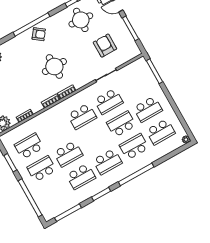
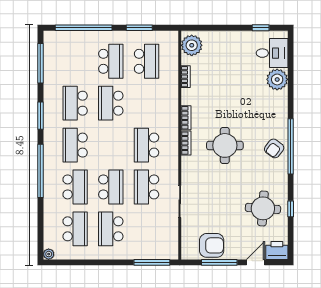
armchair: (105, 46) -> (212, 245), moved
school desk: (161, 132) -> (75, 229), turned 180

